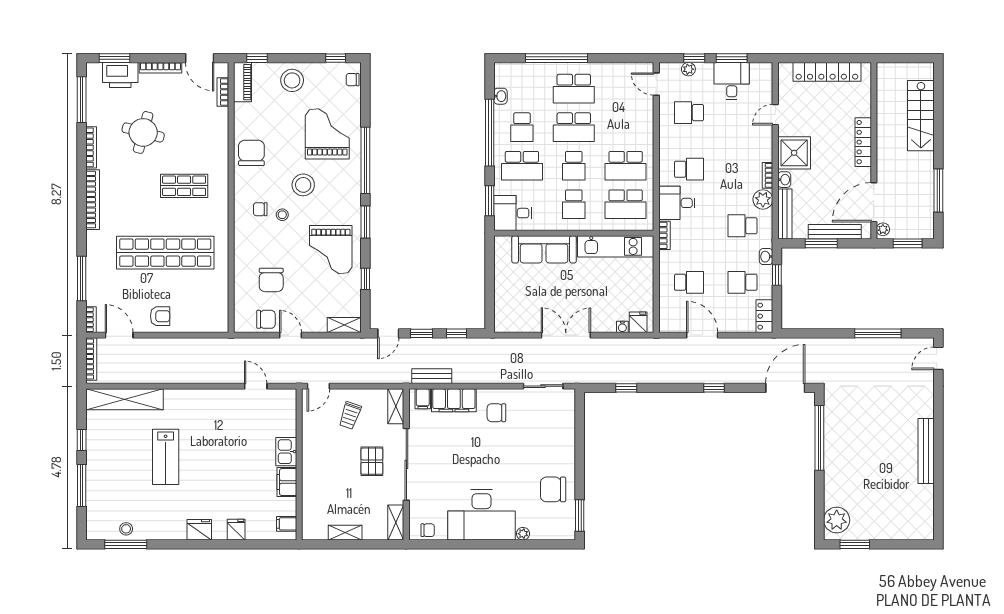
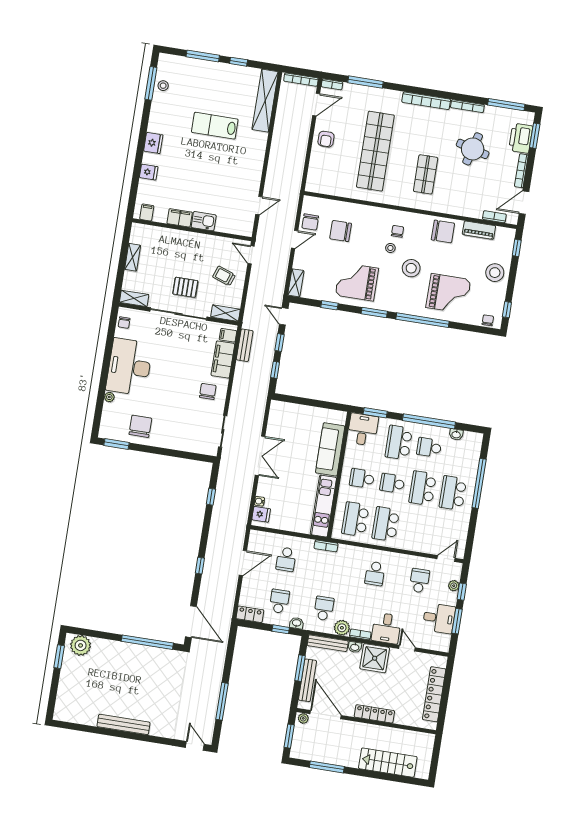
piano: (243, 82) -> (479, 230), moved
desk: (677, 203) -> (386, 628), moved, turned 180

